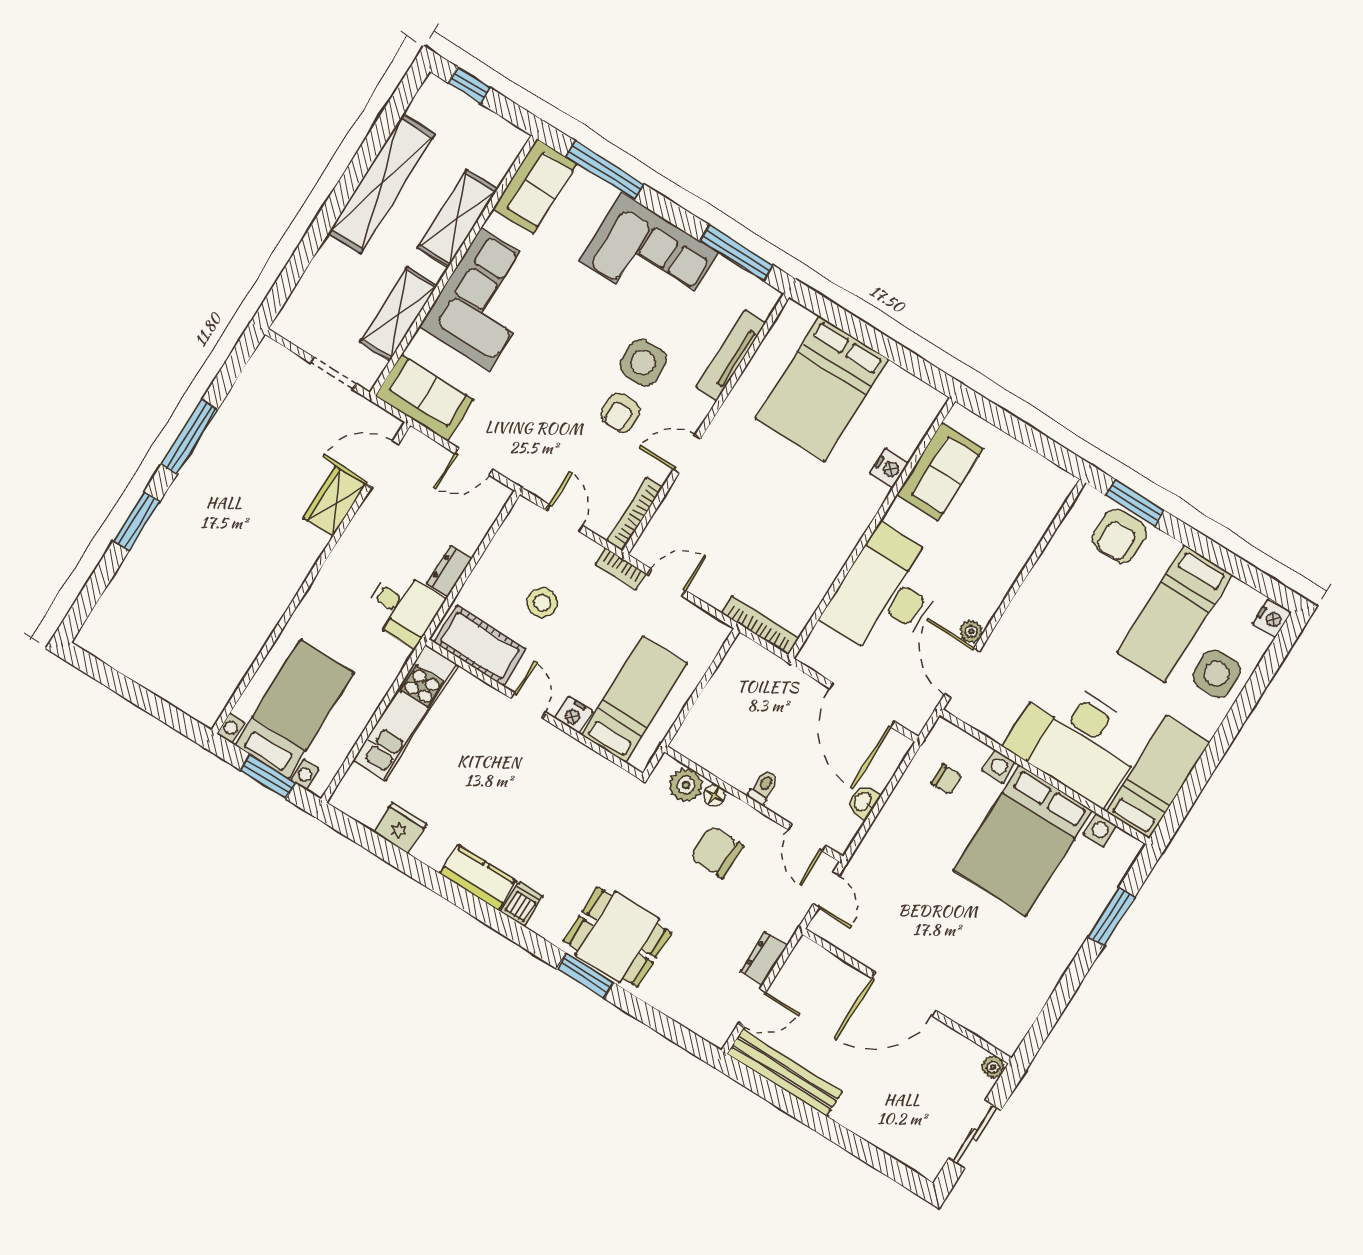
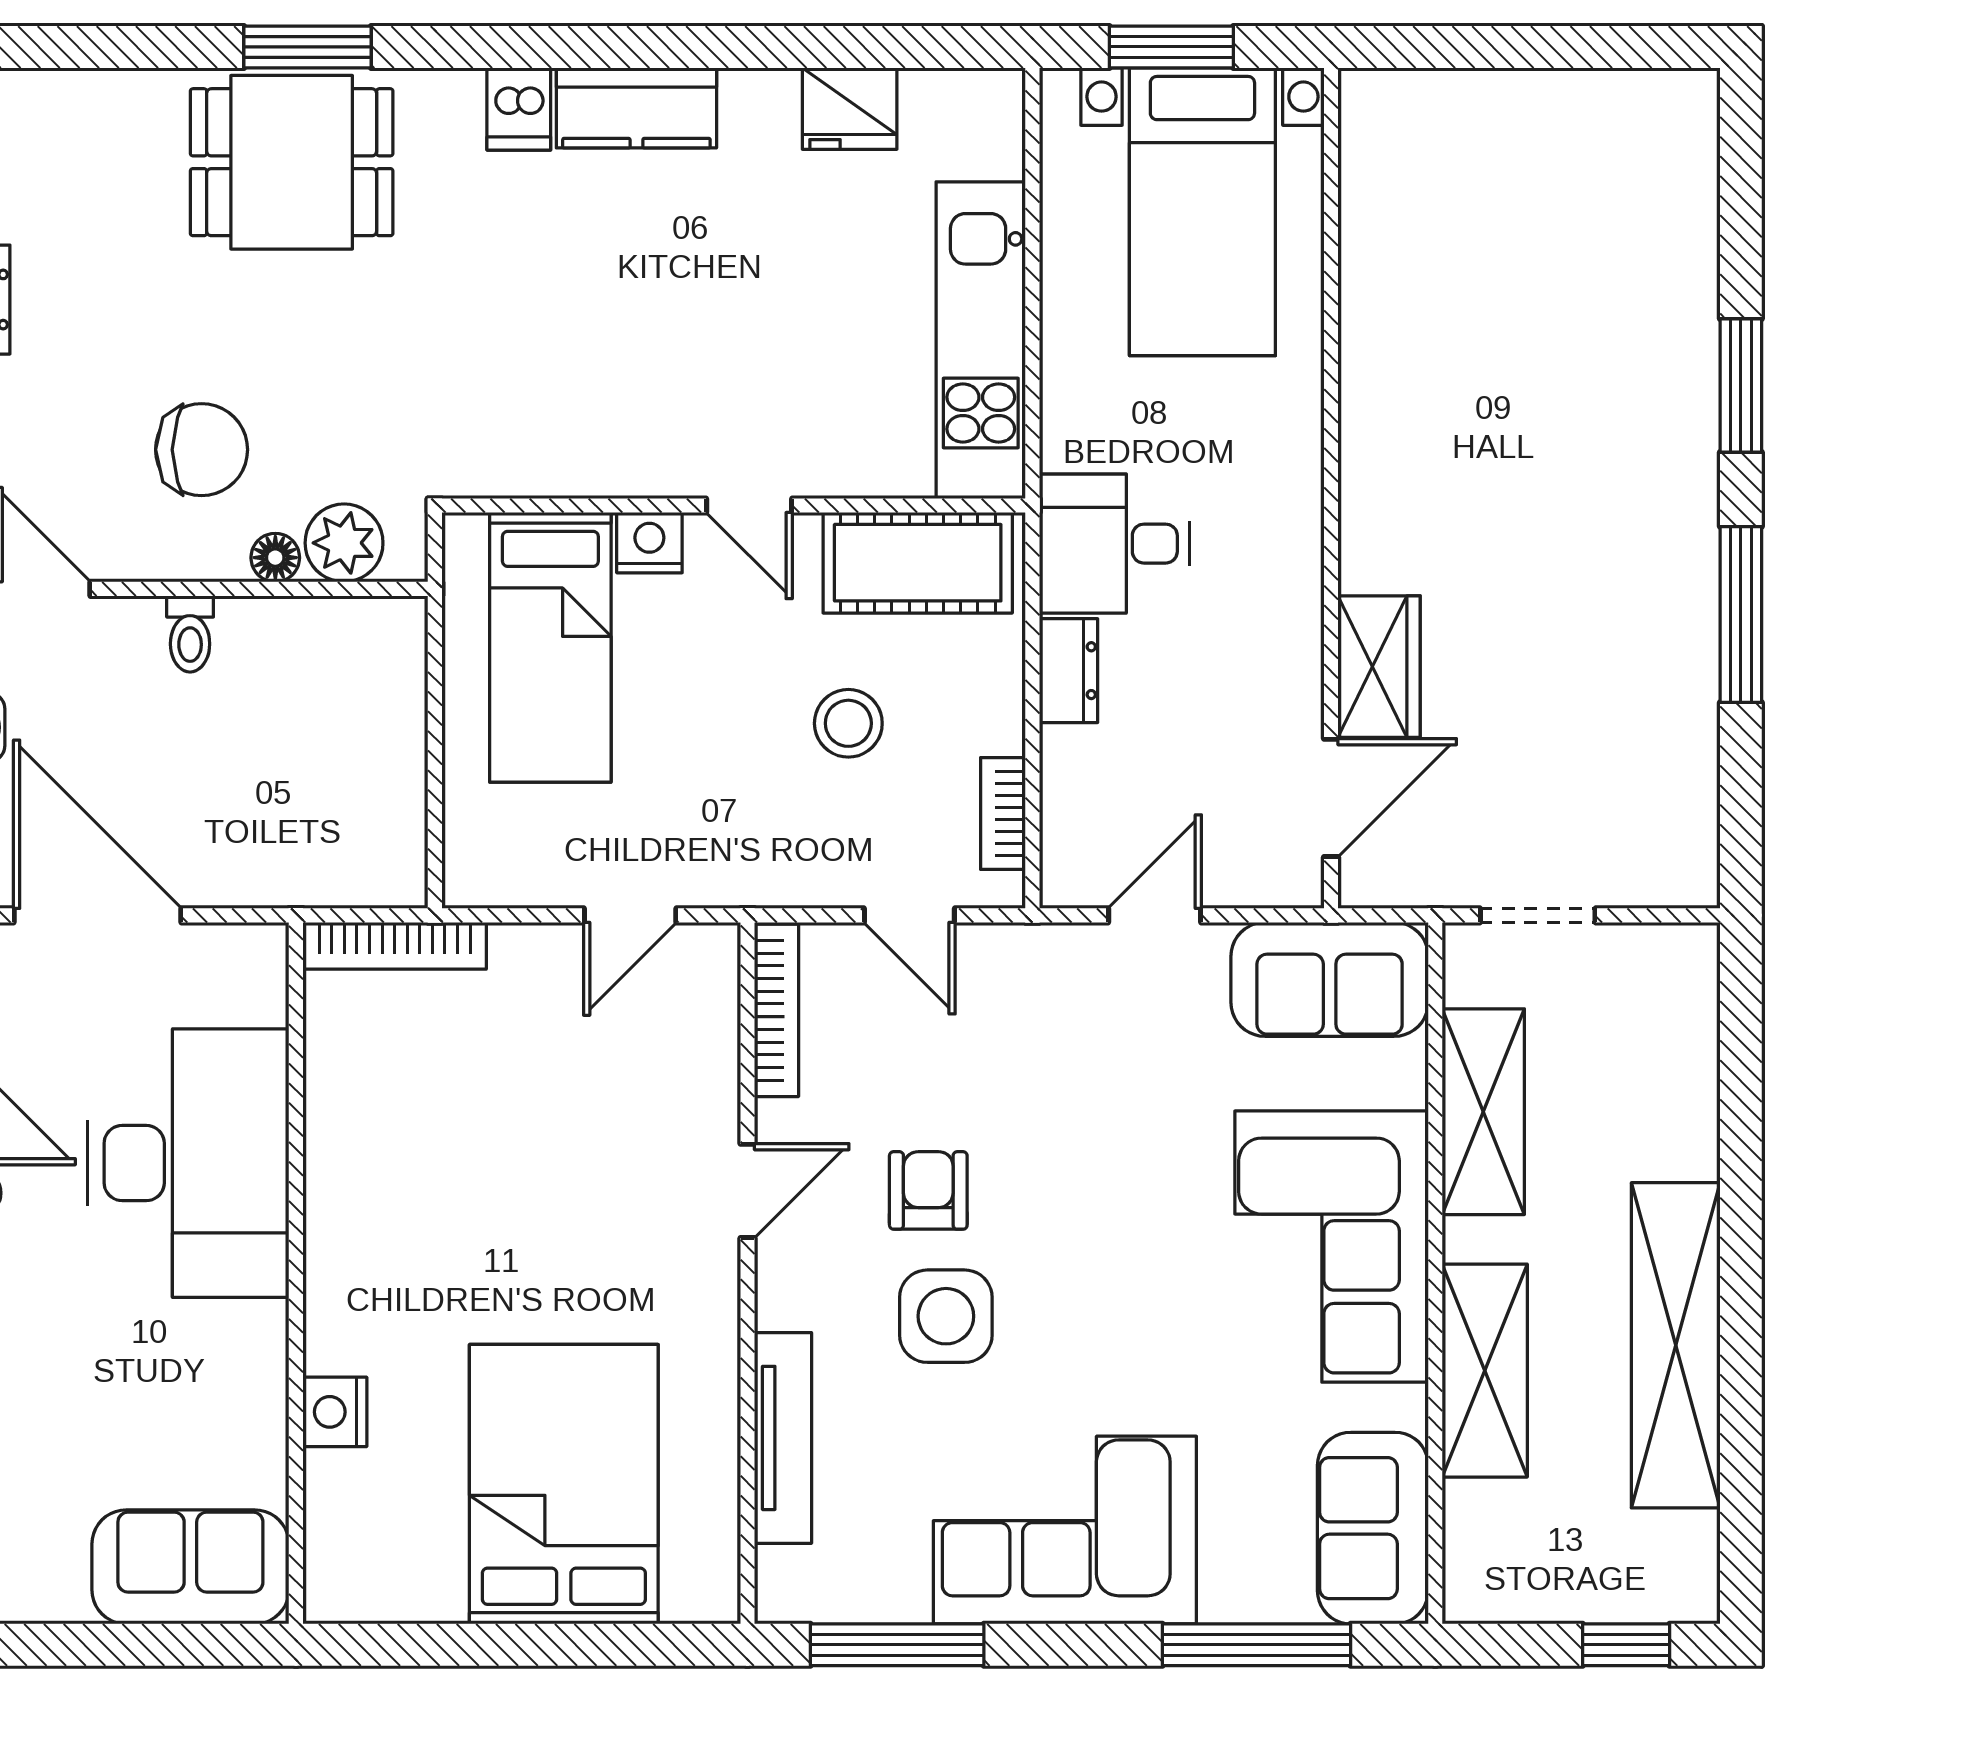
sofa: (940, 472) -> (190, 1567), moved, turned 90
bookcase: (621, 569) -> (1003, 814), moved, turned -90

